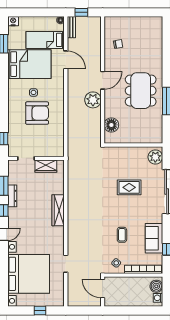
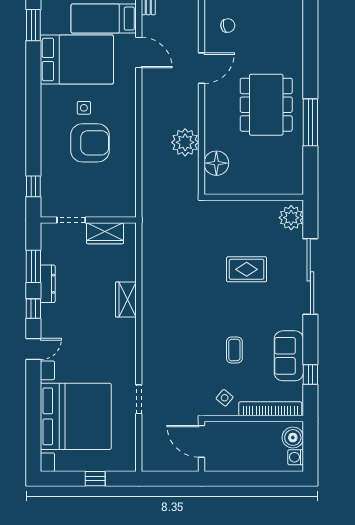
door: (103, 80) -> (201, 68), moved
plant: (93, 100) -> (185, 142), moved
wardrobe: (58, 210) -> (126, 299), width x0.67

